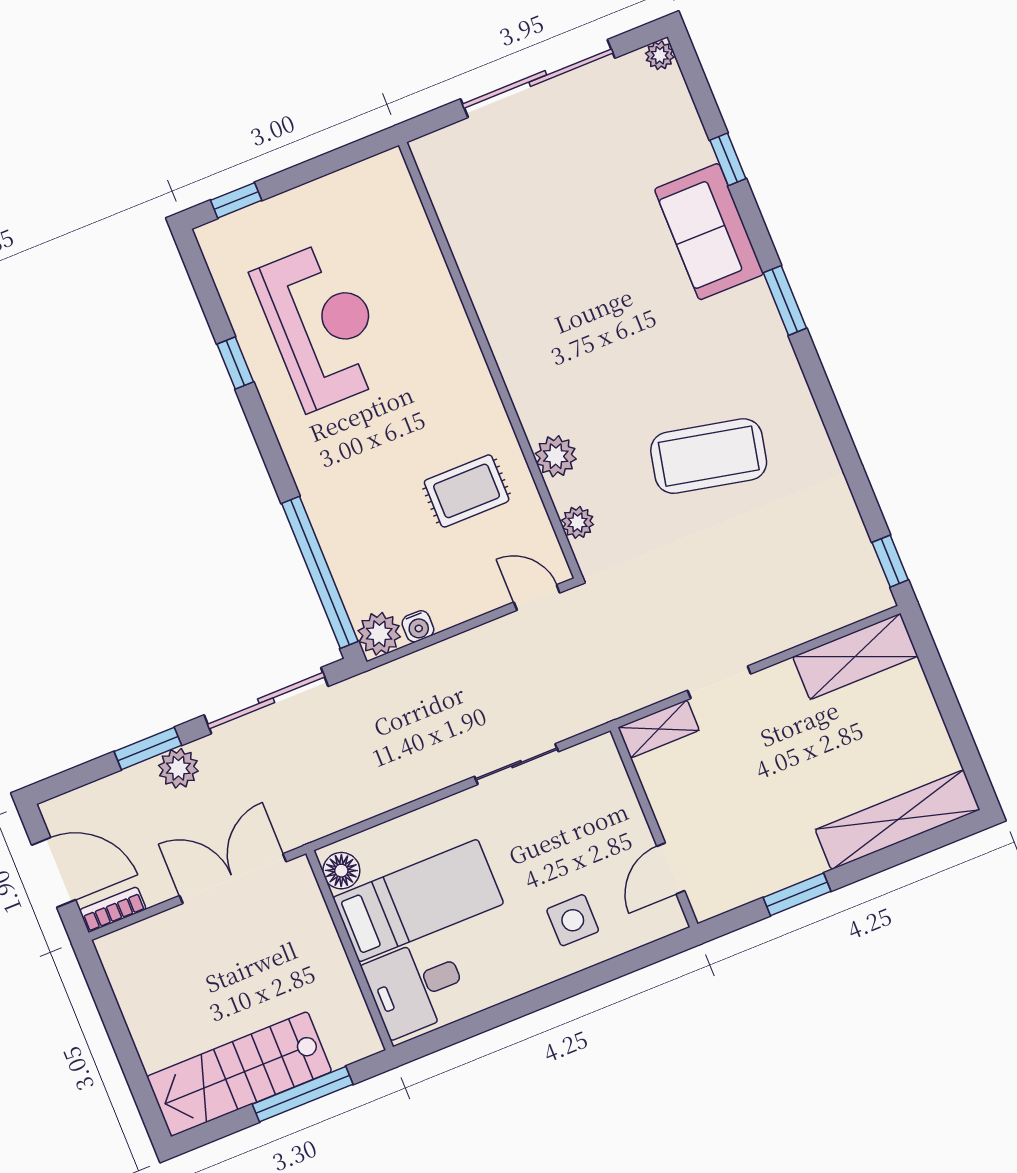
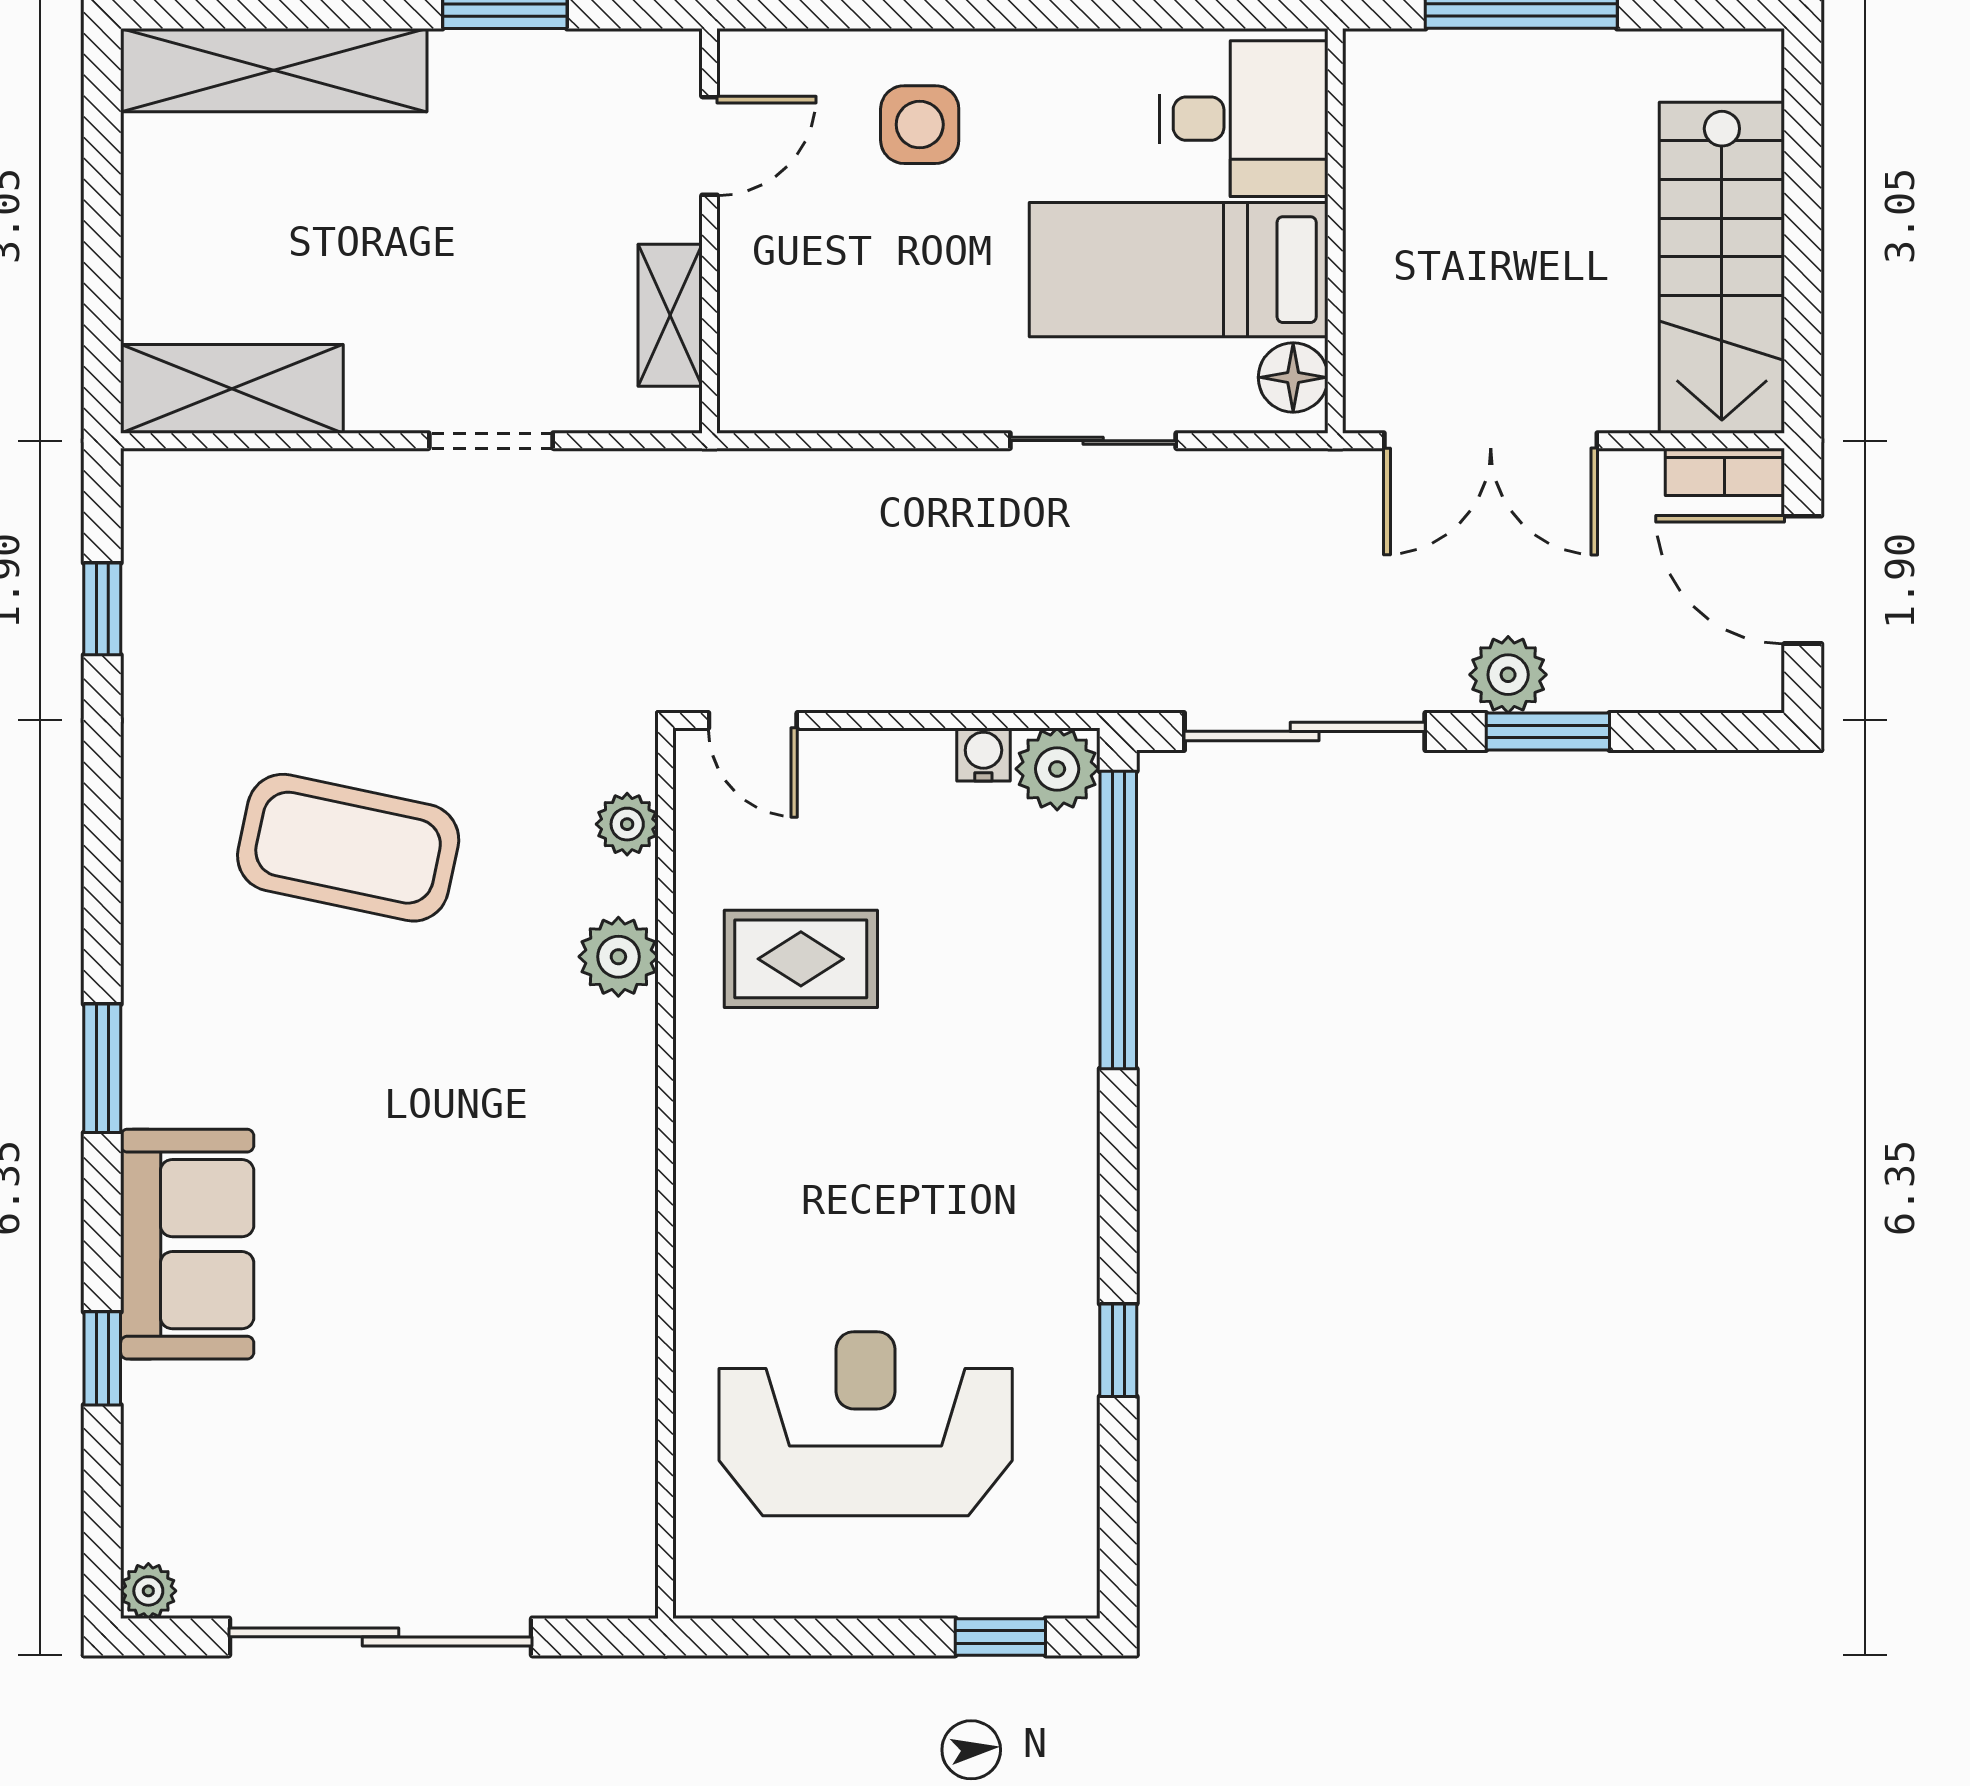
reception desk: (322, 325) -> (866, 1424), moved, turned 90
window: (890, 561) -> (102, 609), moved
shelving: (659, 729) -> (670, 315), moved, turned 90
sliding door: (516, 764) -> (1093, 441), moved
stairs: (239, 1074) -> (1722, 268), moved, turned 90

